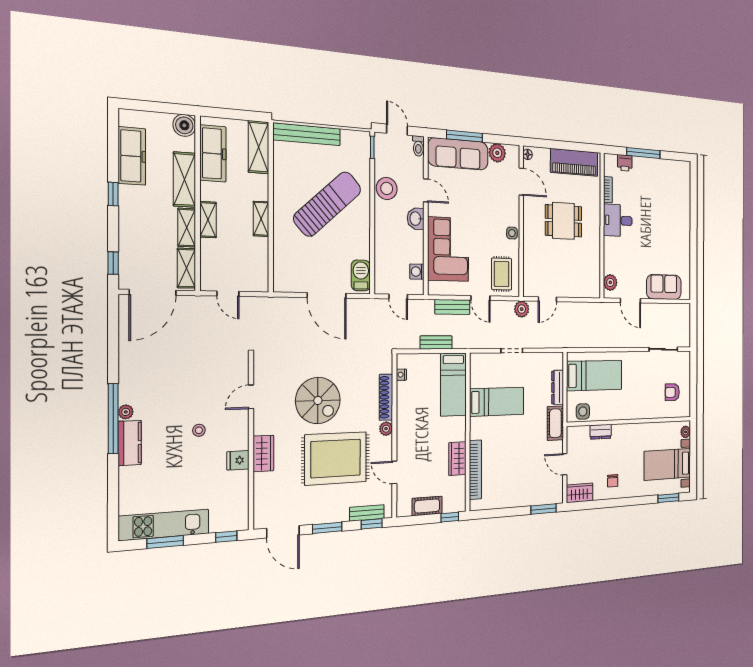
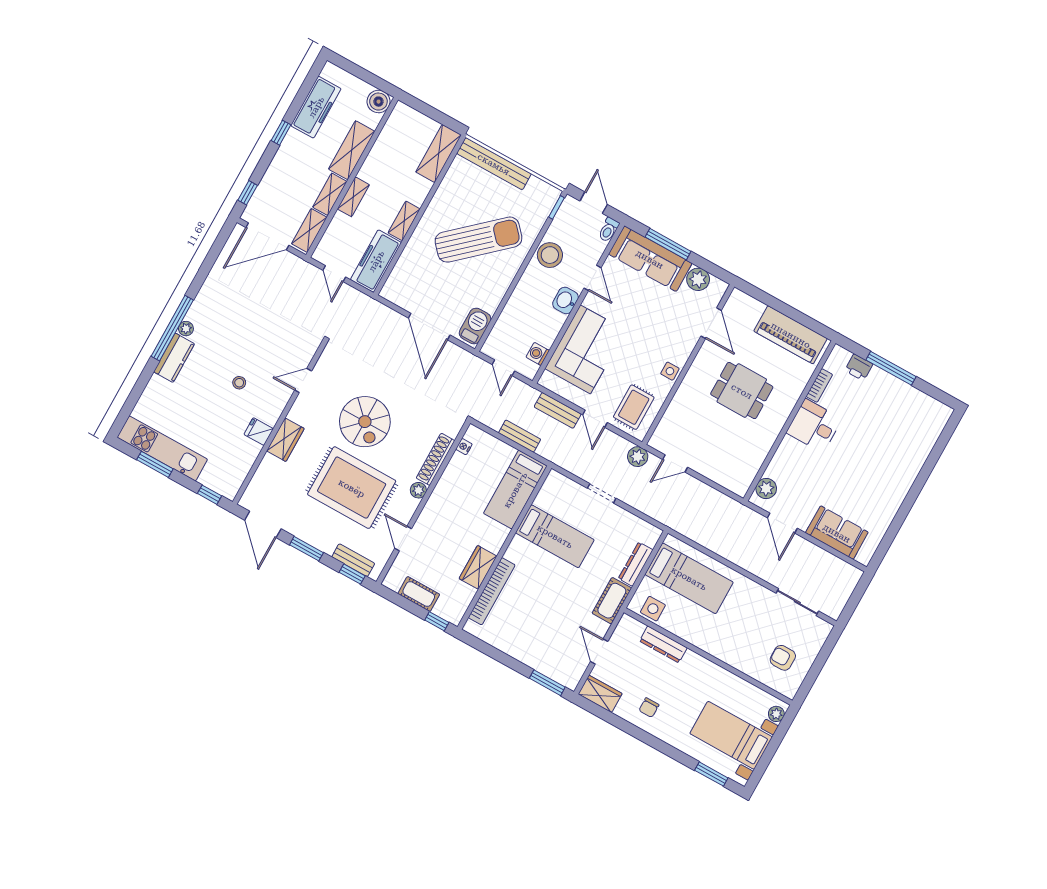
freezer: (213, 153) -> (376, 261), moved, turned 180
floor lamp: (528, 154) -> (735, 298), removed
dresser: (601, 432) -> (663, 644), width x1.44

